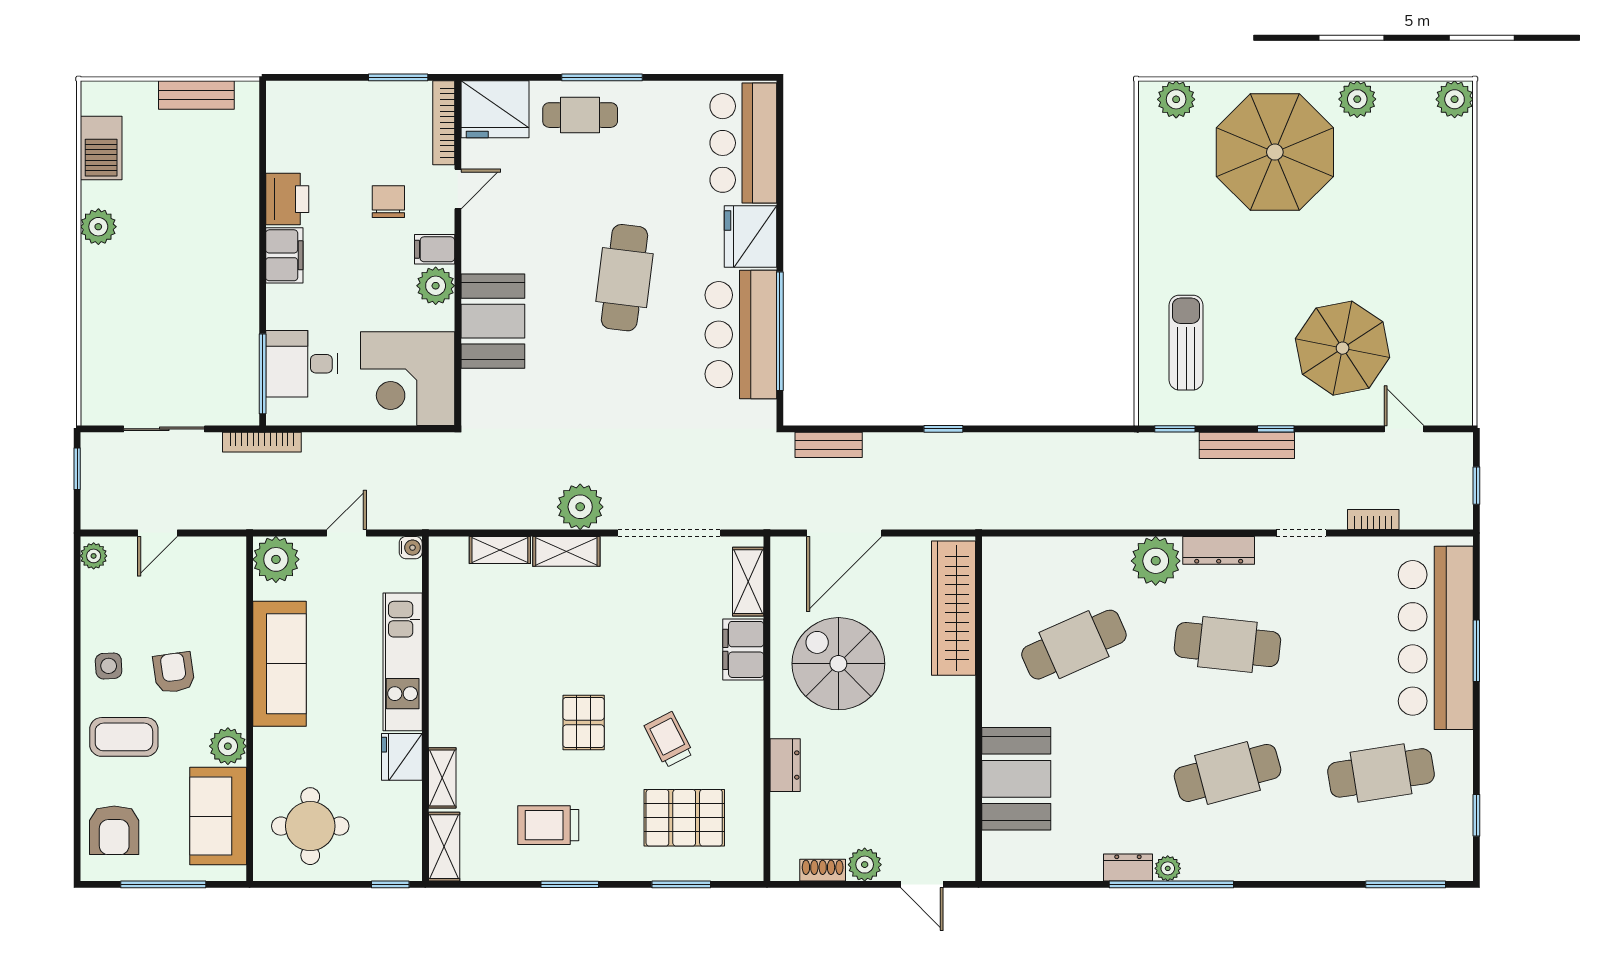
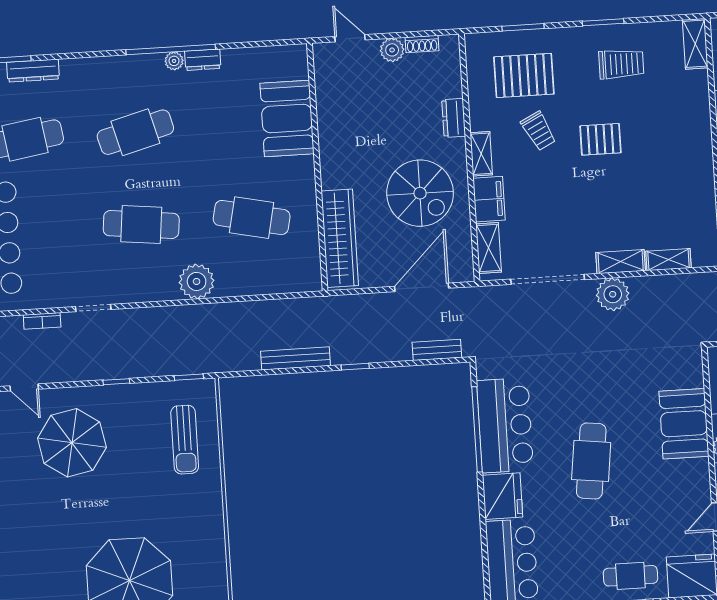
bench: (1247, 445) -> (295, 358), moved
dresser: (1219, 550) -> (33, 71), moved, turned 180
cafe table: (1074, 645) -> (252, 218), turned 36
pallet: (584, 723) -> (600, 139), turned 90
shelving: (442, 778) -> (481, 154), moved

